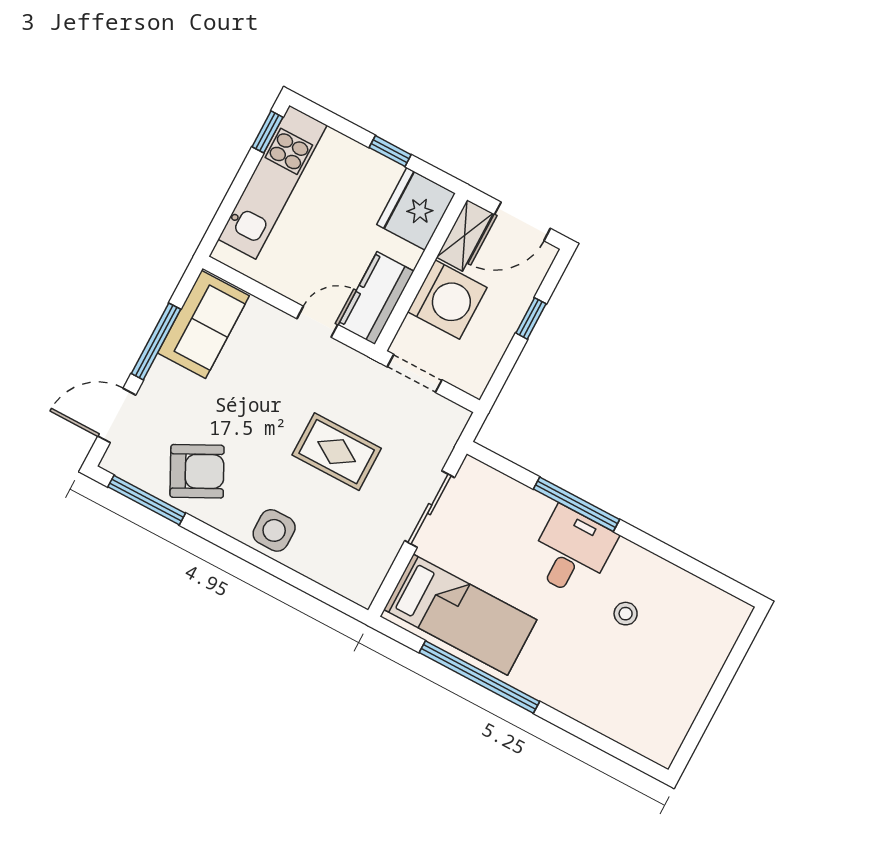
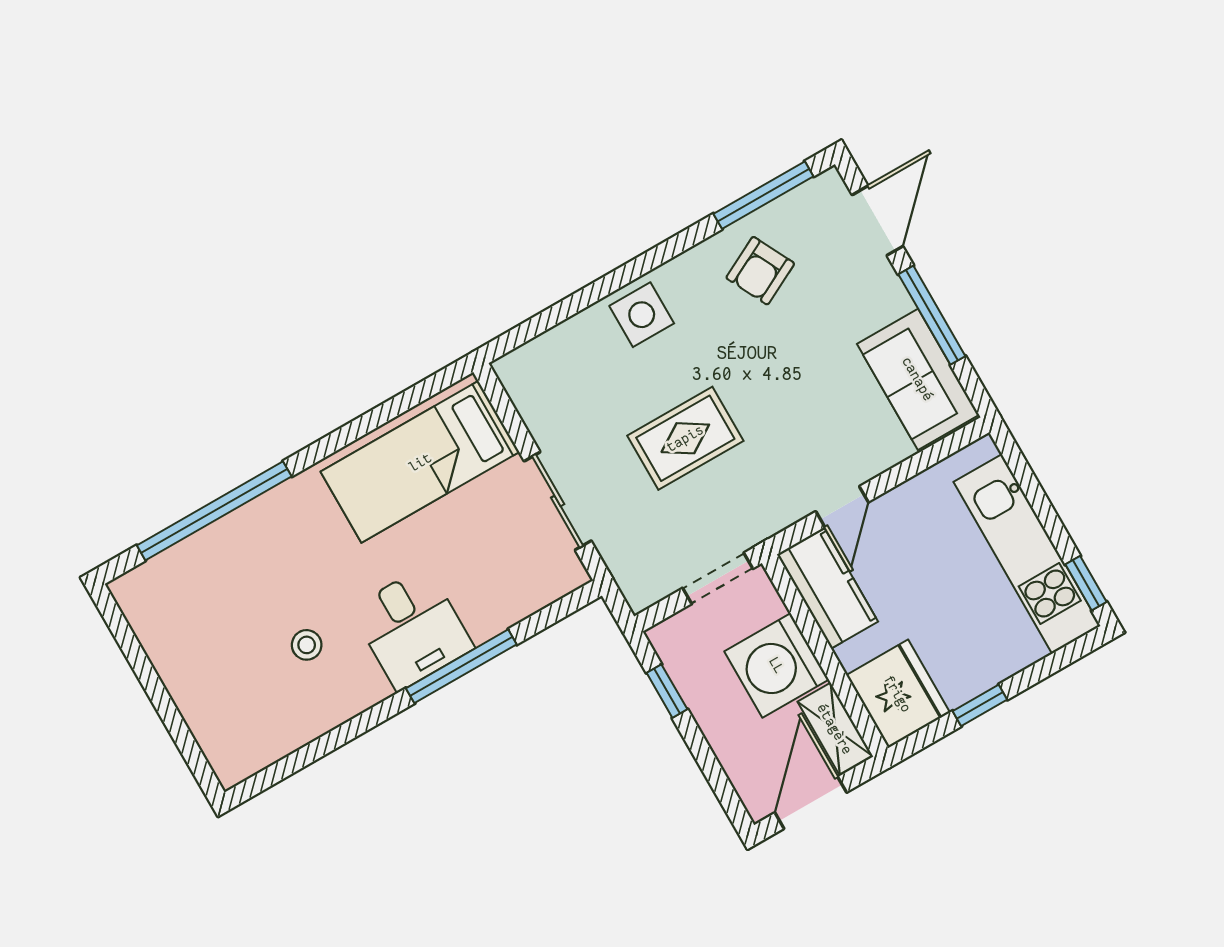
window: (531, 318) -> (667, 691), moved
armchair: (197, 471) -> (760, 271), width x0.72, depth x0.72
window: (479, 677) -> (214, 511), moved

